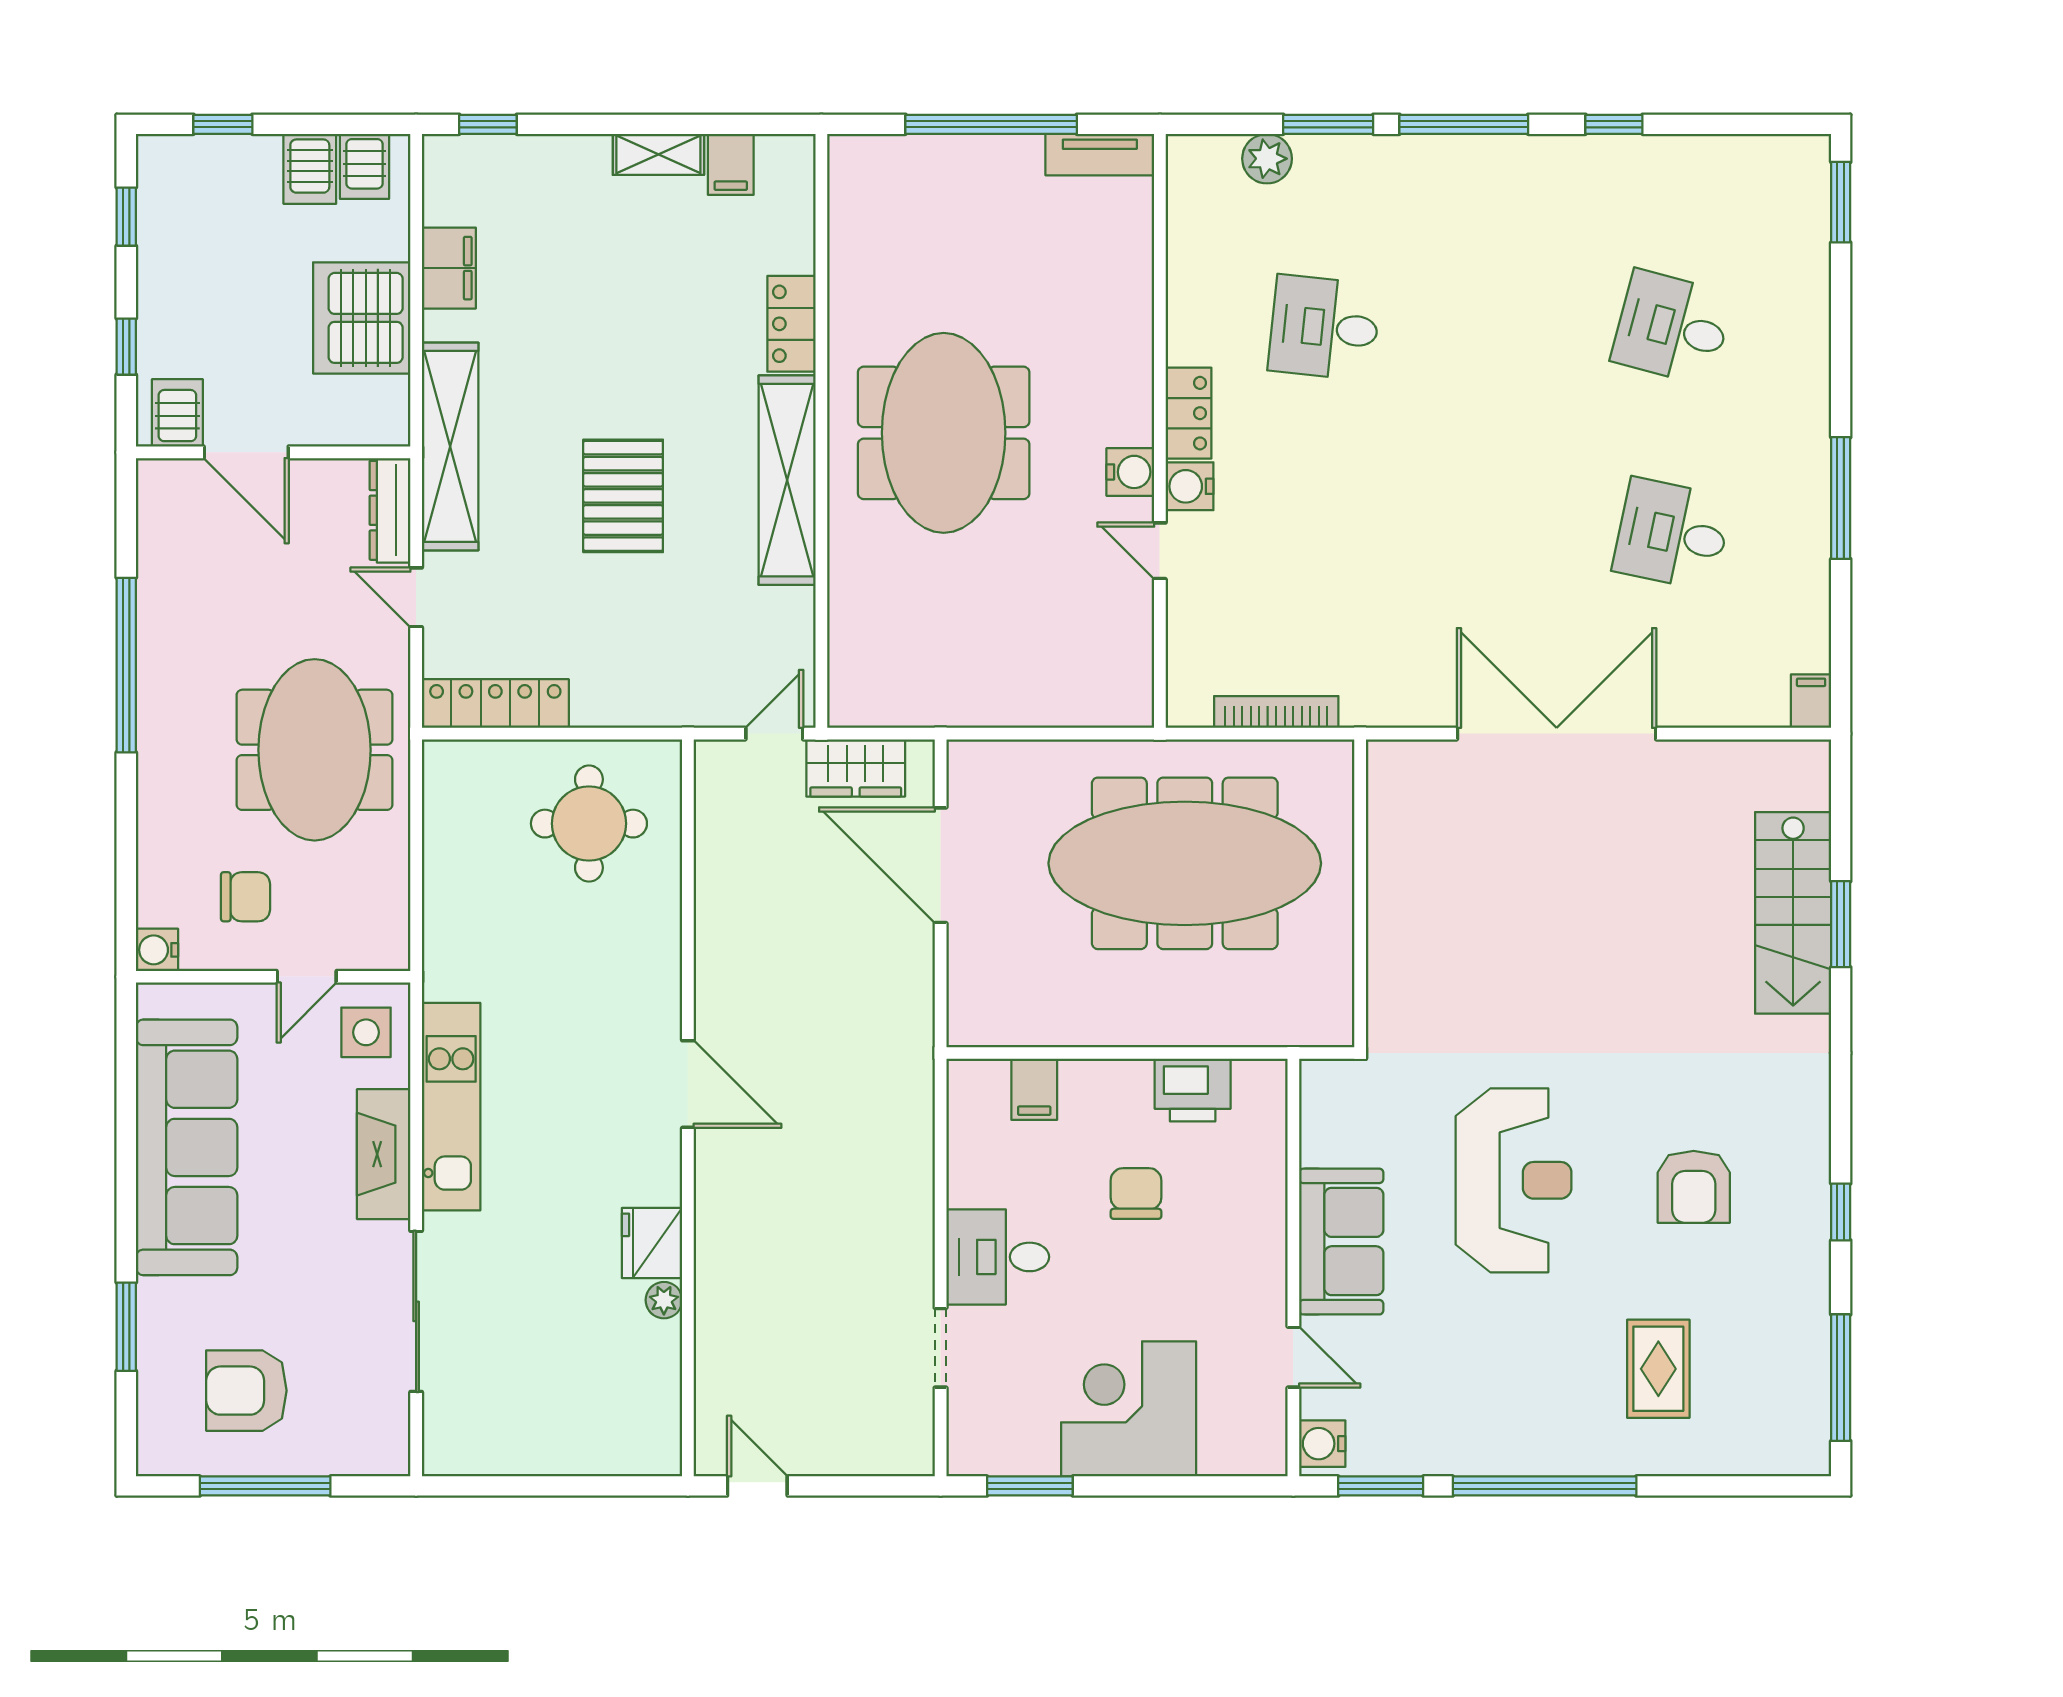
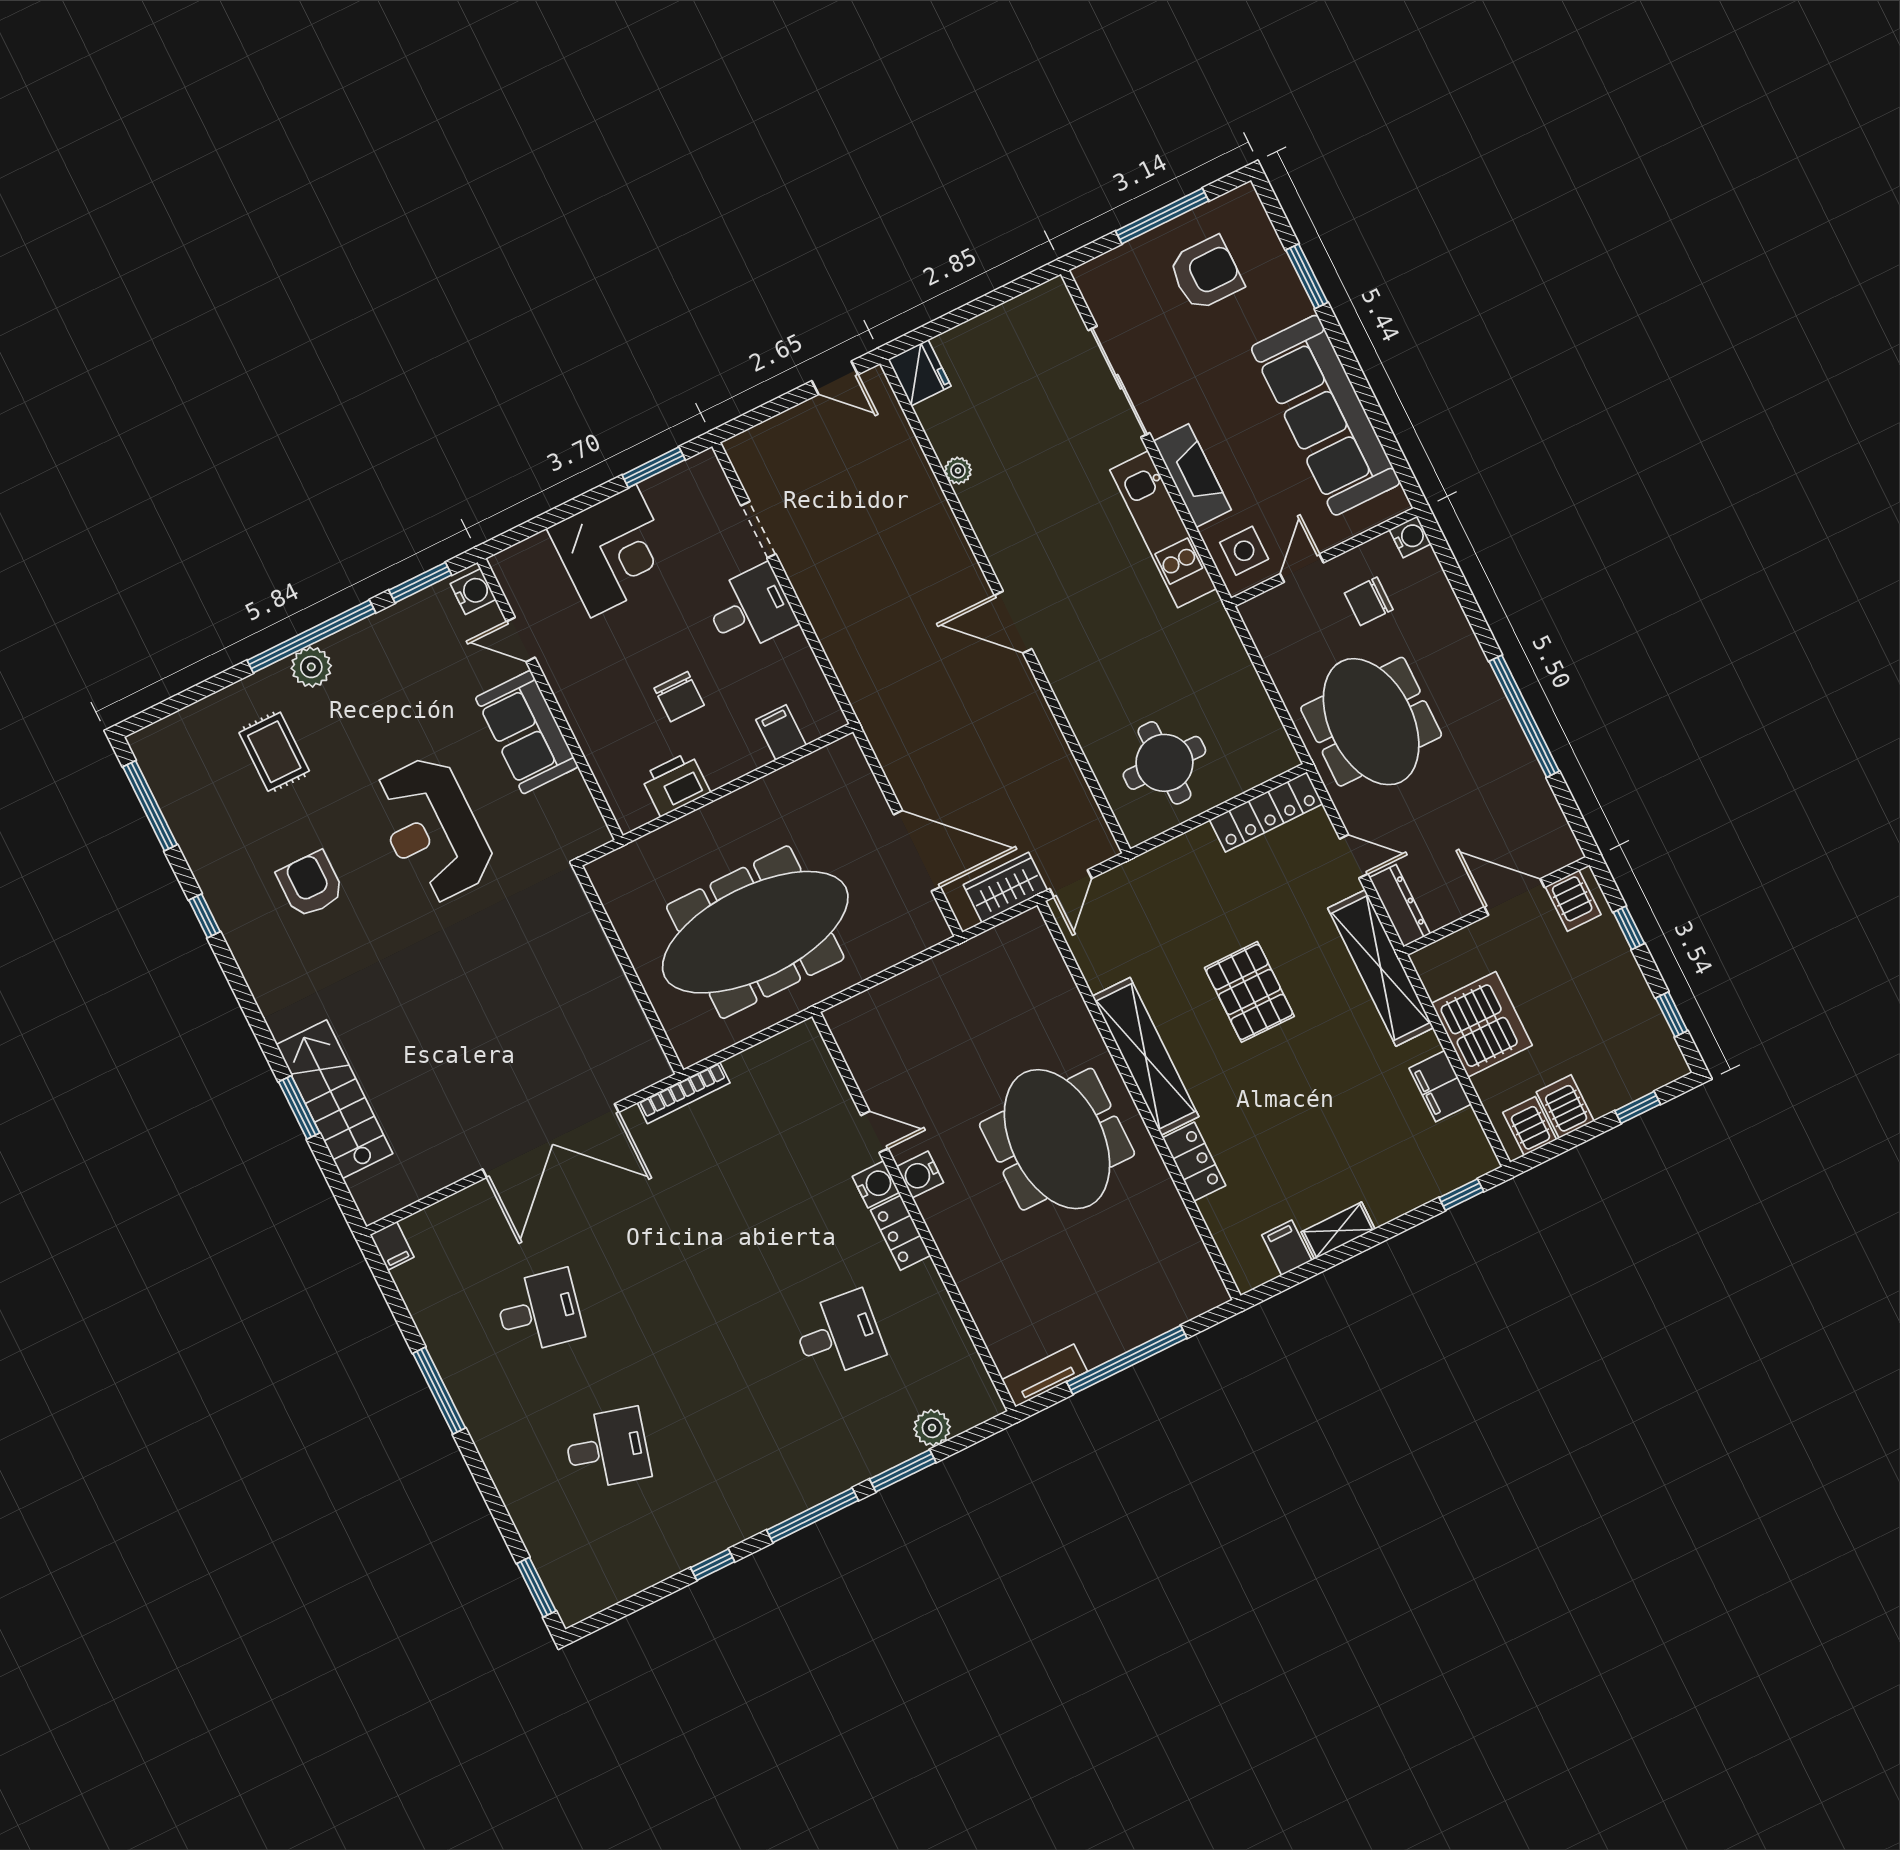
bookcase: (1276, 712) -> (684, 1093), moved
fridge: (652, 1243) -> (920, 373), moved
plant: (1563, 1449) -> (311, 667), added

